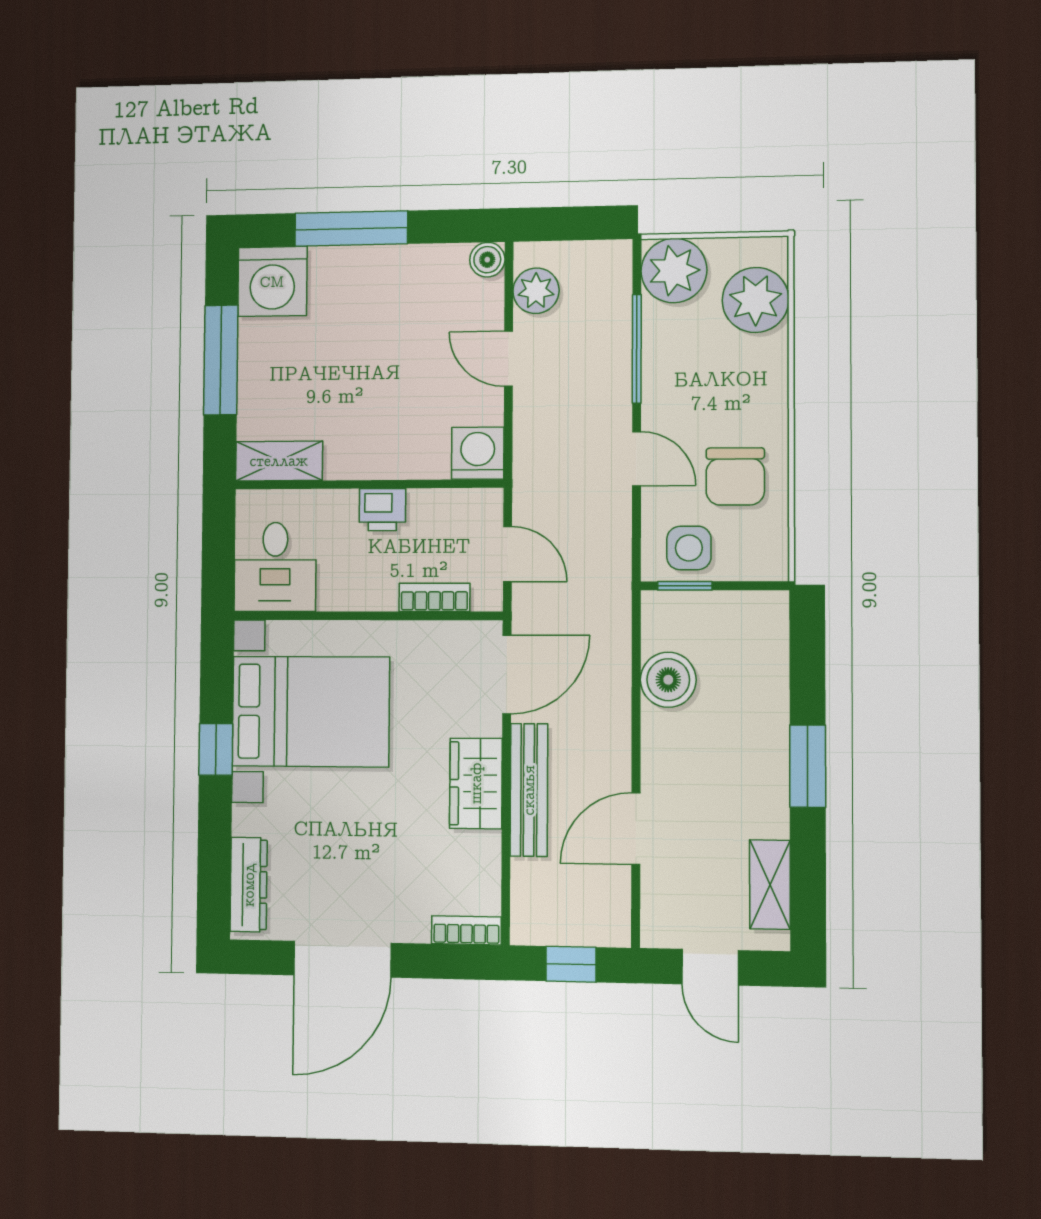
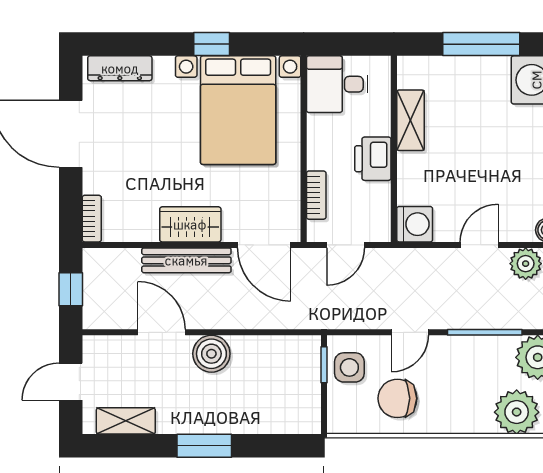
shelving: (279, 461) -> (410, 120), moved
printer: (382, 510) -> (373, 159), width x1.36, depth x1.24
boiler: (668, 680) -> (211, 354), moved

